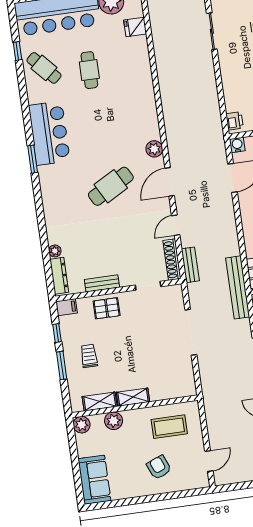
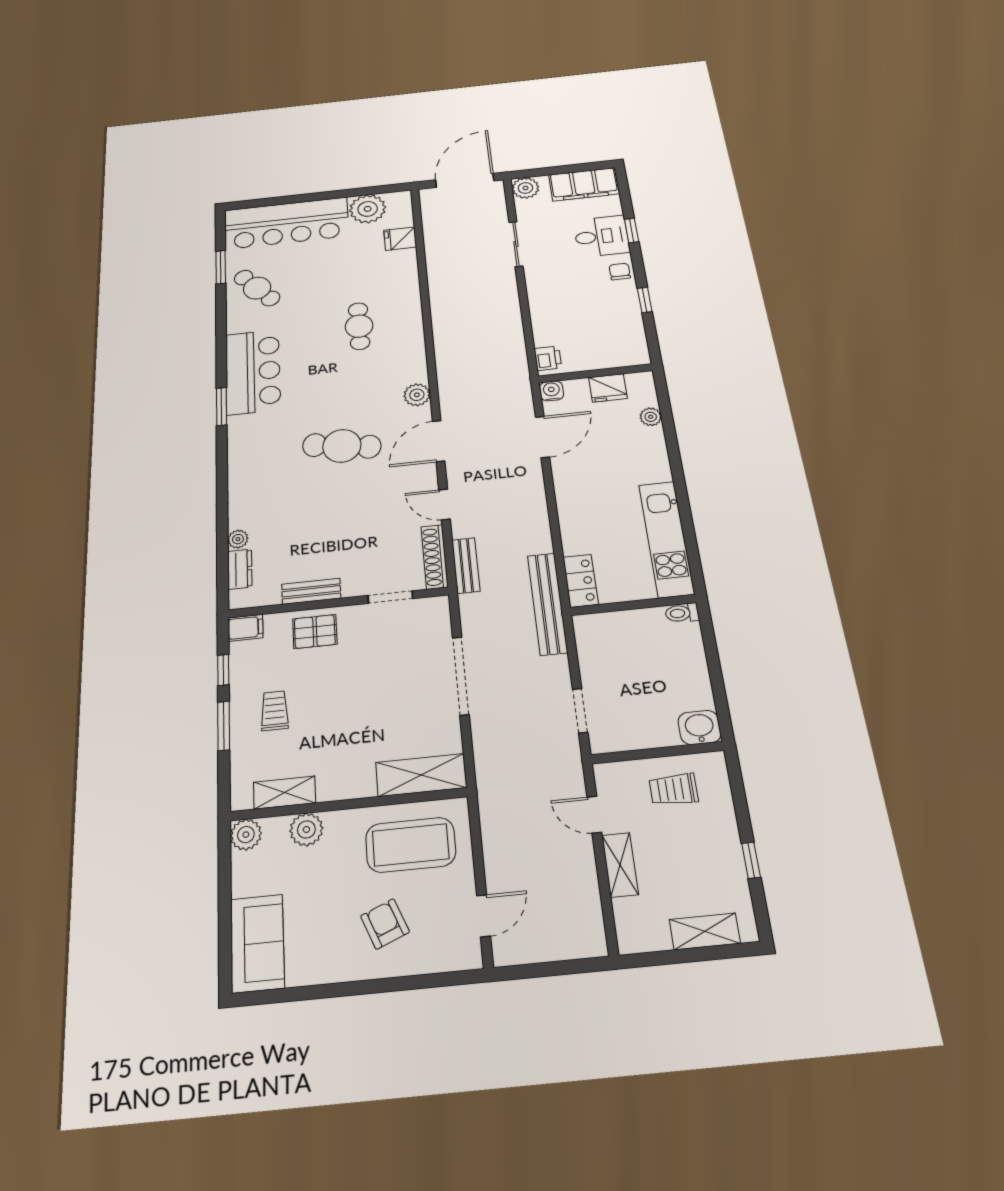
window: (17, 51) -> (221, 267), width x1.50
cafe table: (89, 70) -> (359, 326), moved
cafe table: (111, 186) -> (342, 446), turned 38
door: (176, 225) -> (445, 504), hinge flipped
dresser: (59, 276) -> (240, 569), width x0.70
shelving: (133, 397) -> (421, 775), moved, width x1.50, depth x1.33
coffee table: (169, 427) -> (411, 845), width x1.36, depth x1.32

